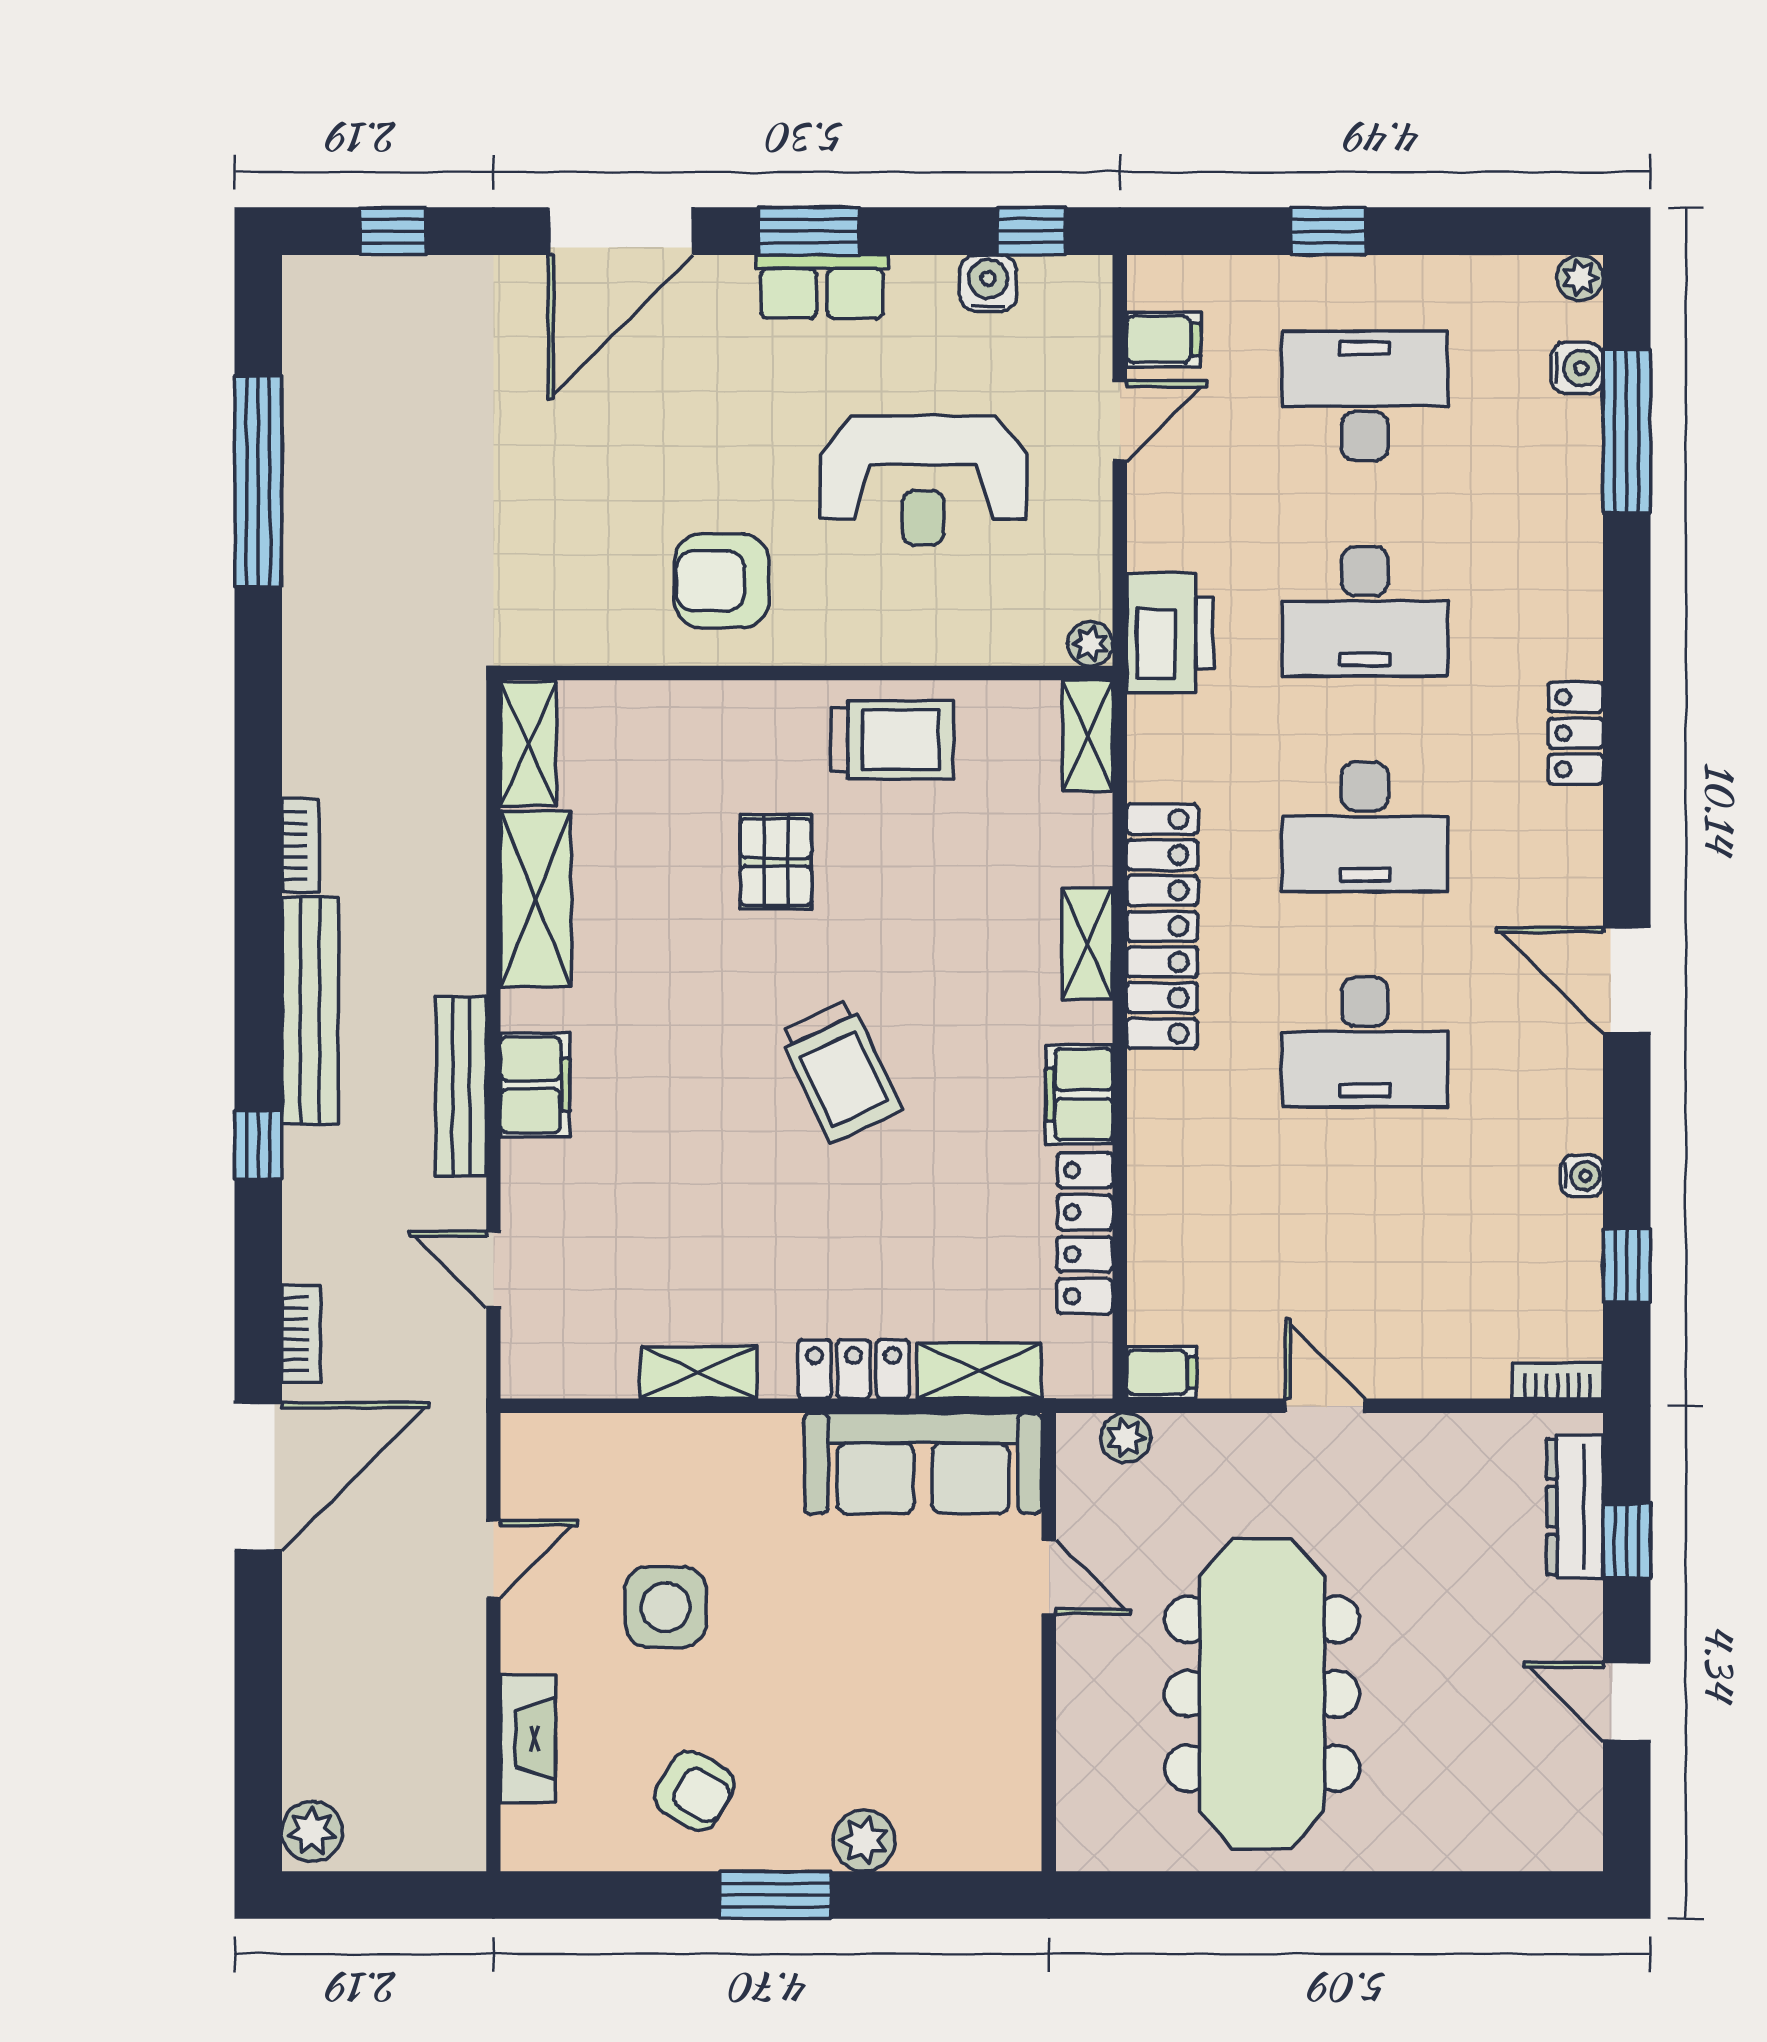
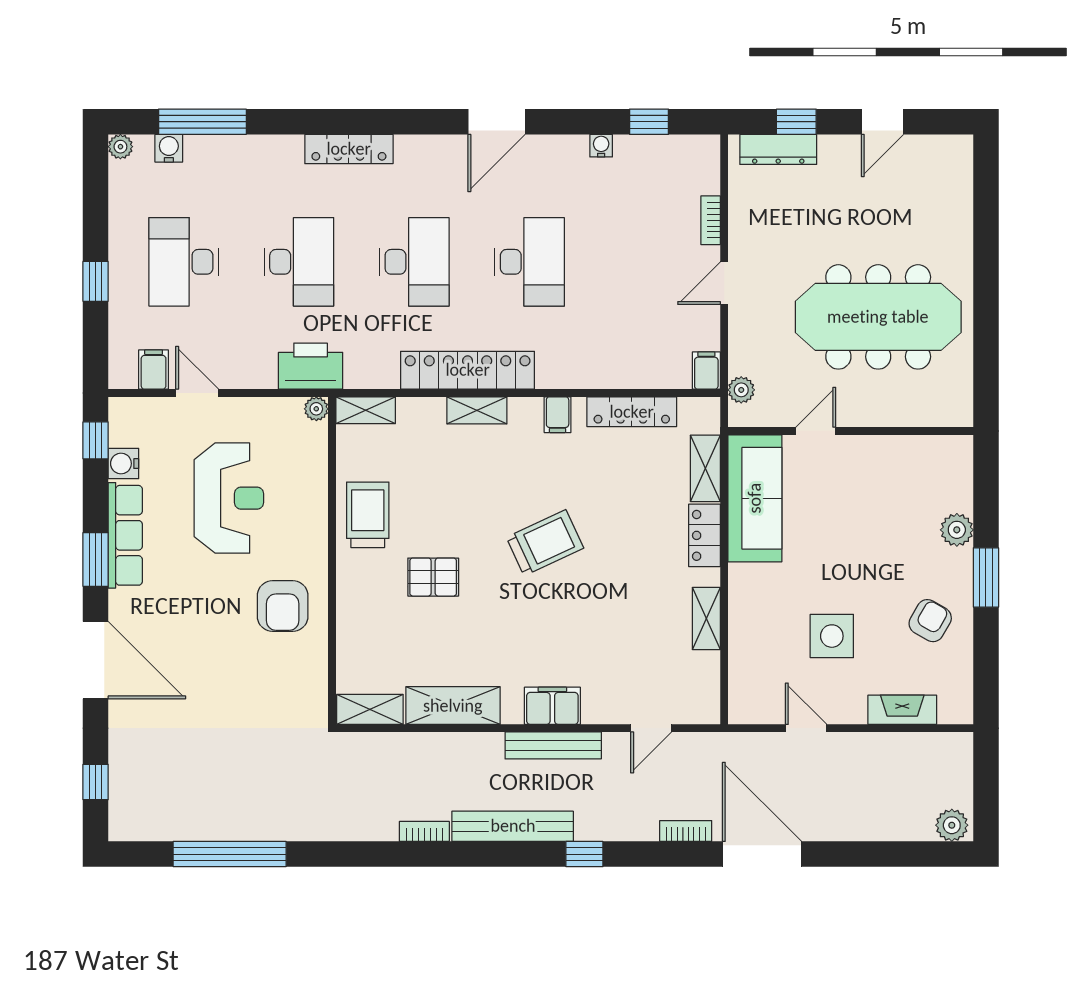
row of seats: (822, 287) -> (125, 535), width x1.48
locker: (1576, 733) -> (349, 149), width x1.53
filing cabinet: (1079, 1094) -> (558, 415), width x0.50
bookcase: (1558, 1380) -> (711, 220), moved

